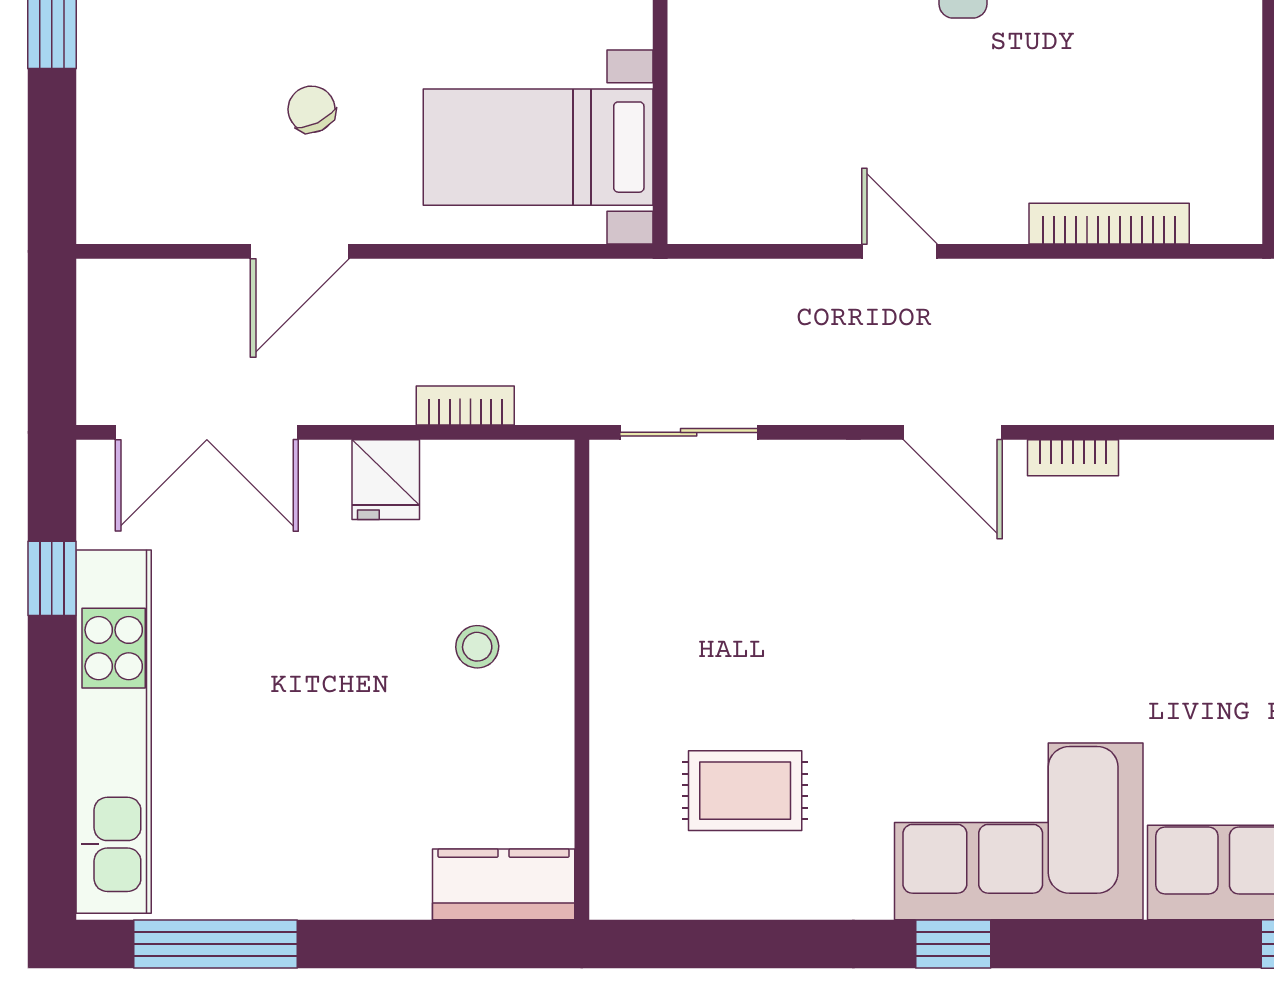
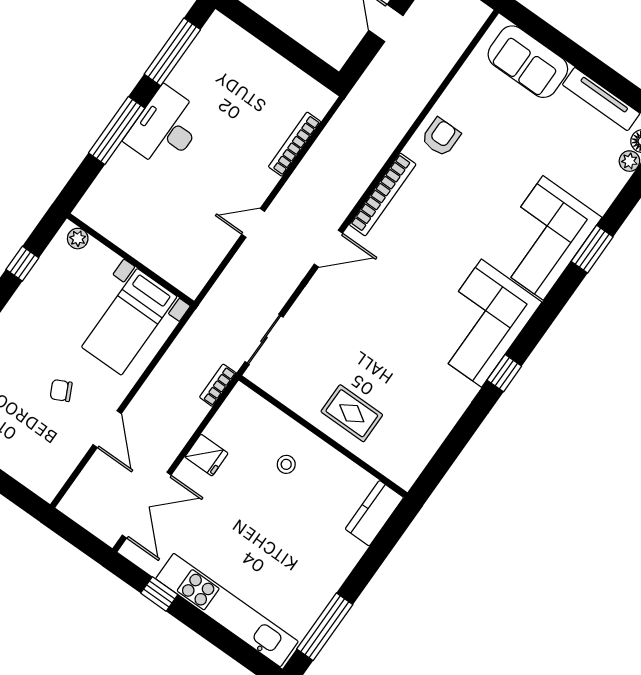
bookcase: (465, 406) -> (218, 385), moved
bookcase: (1073, 458) -> (383, 194), width x2.31, depth x1.31
rug: (745, 791) -> (352, 413), moved, turned 90

